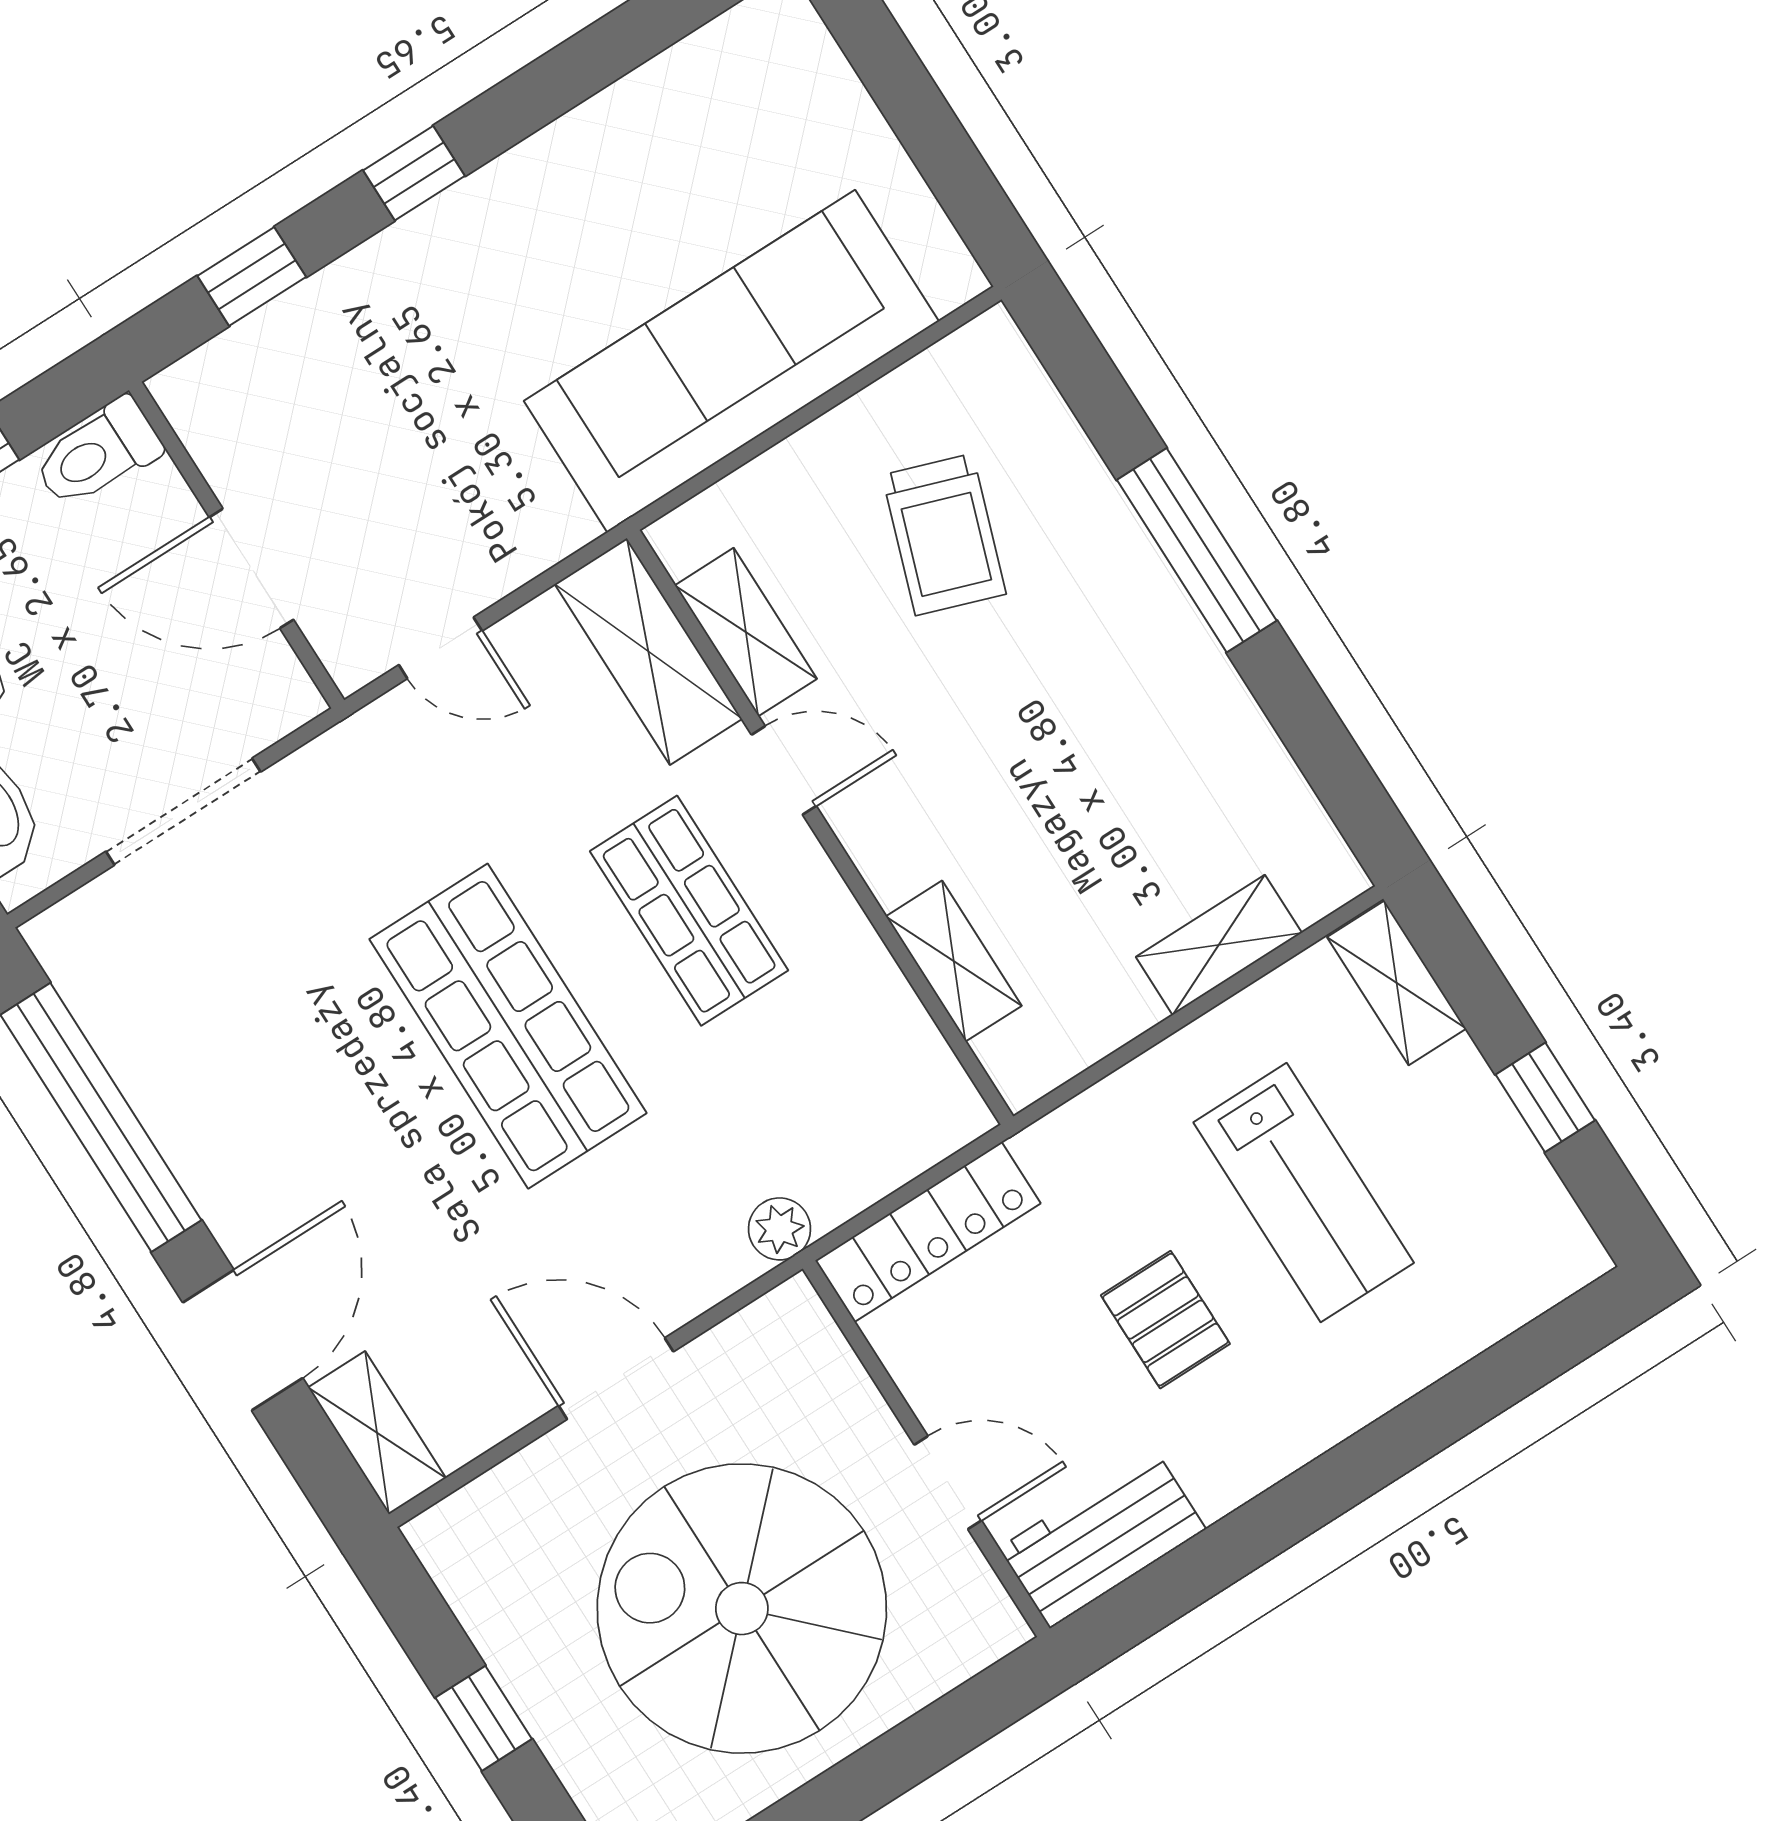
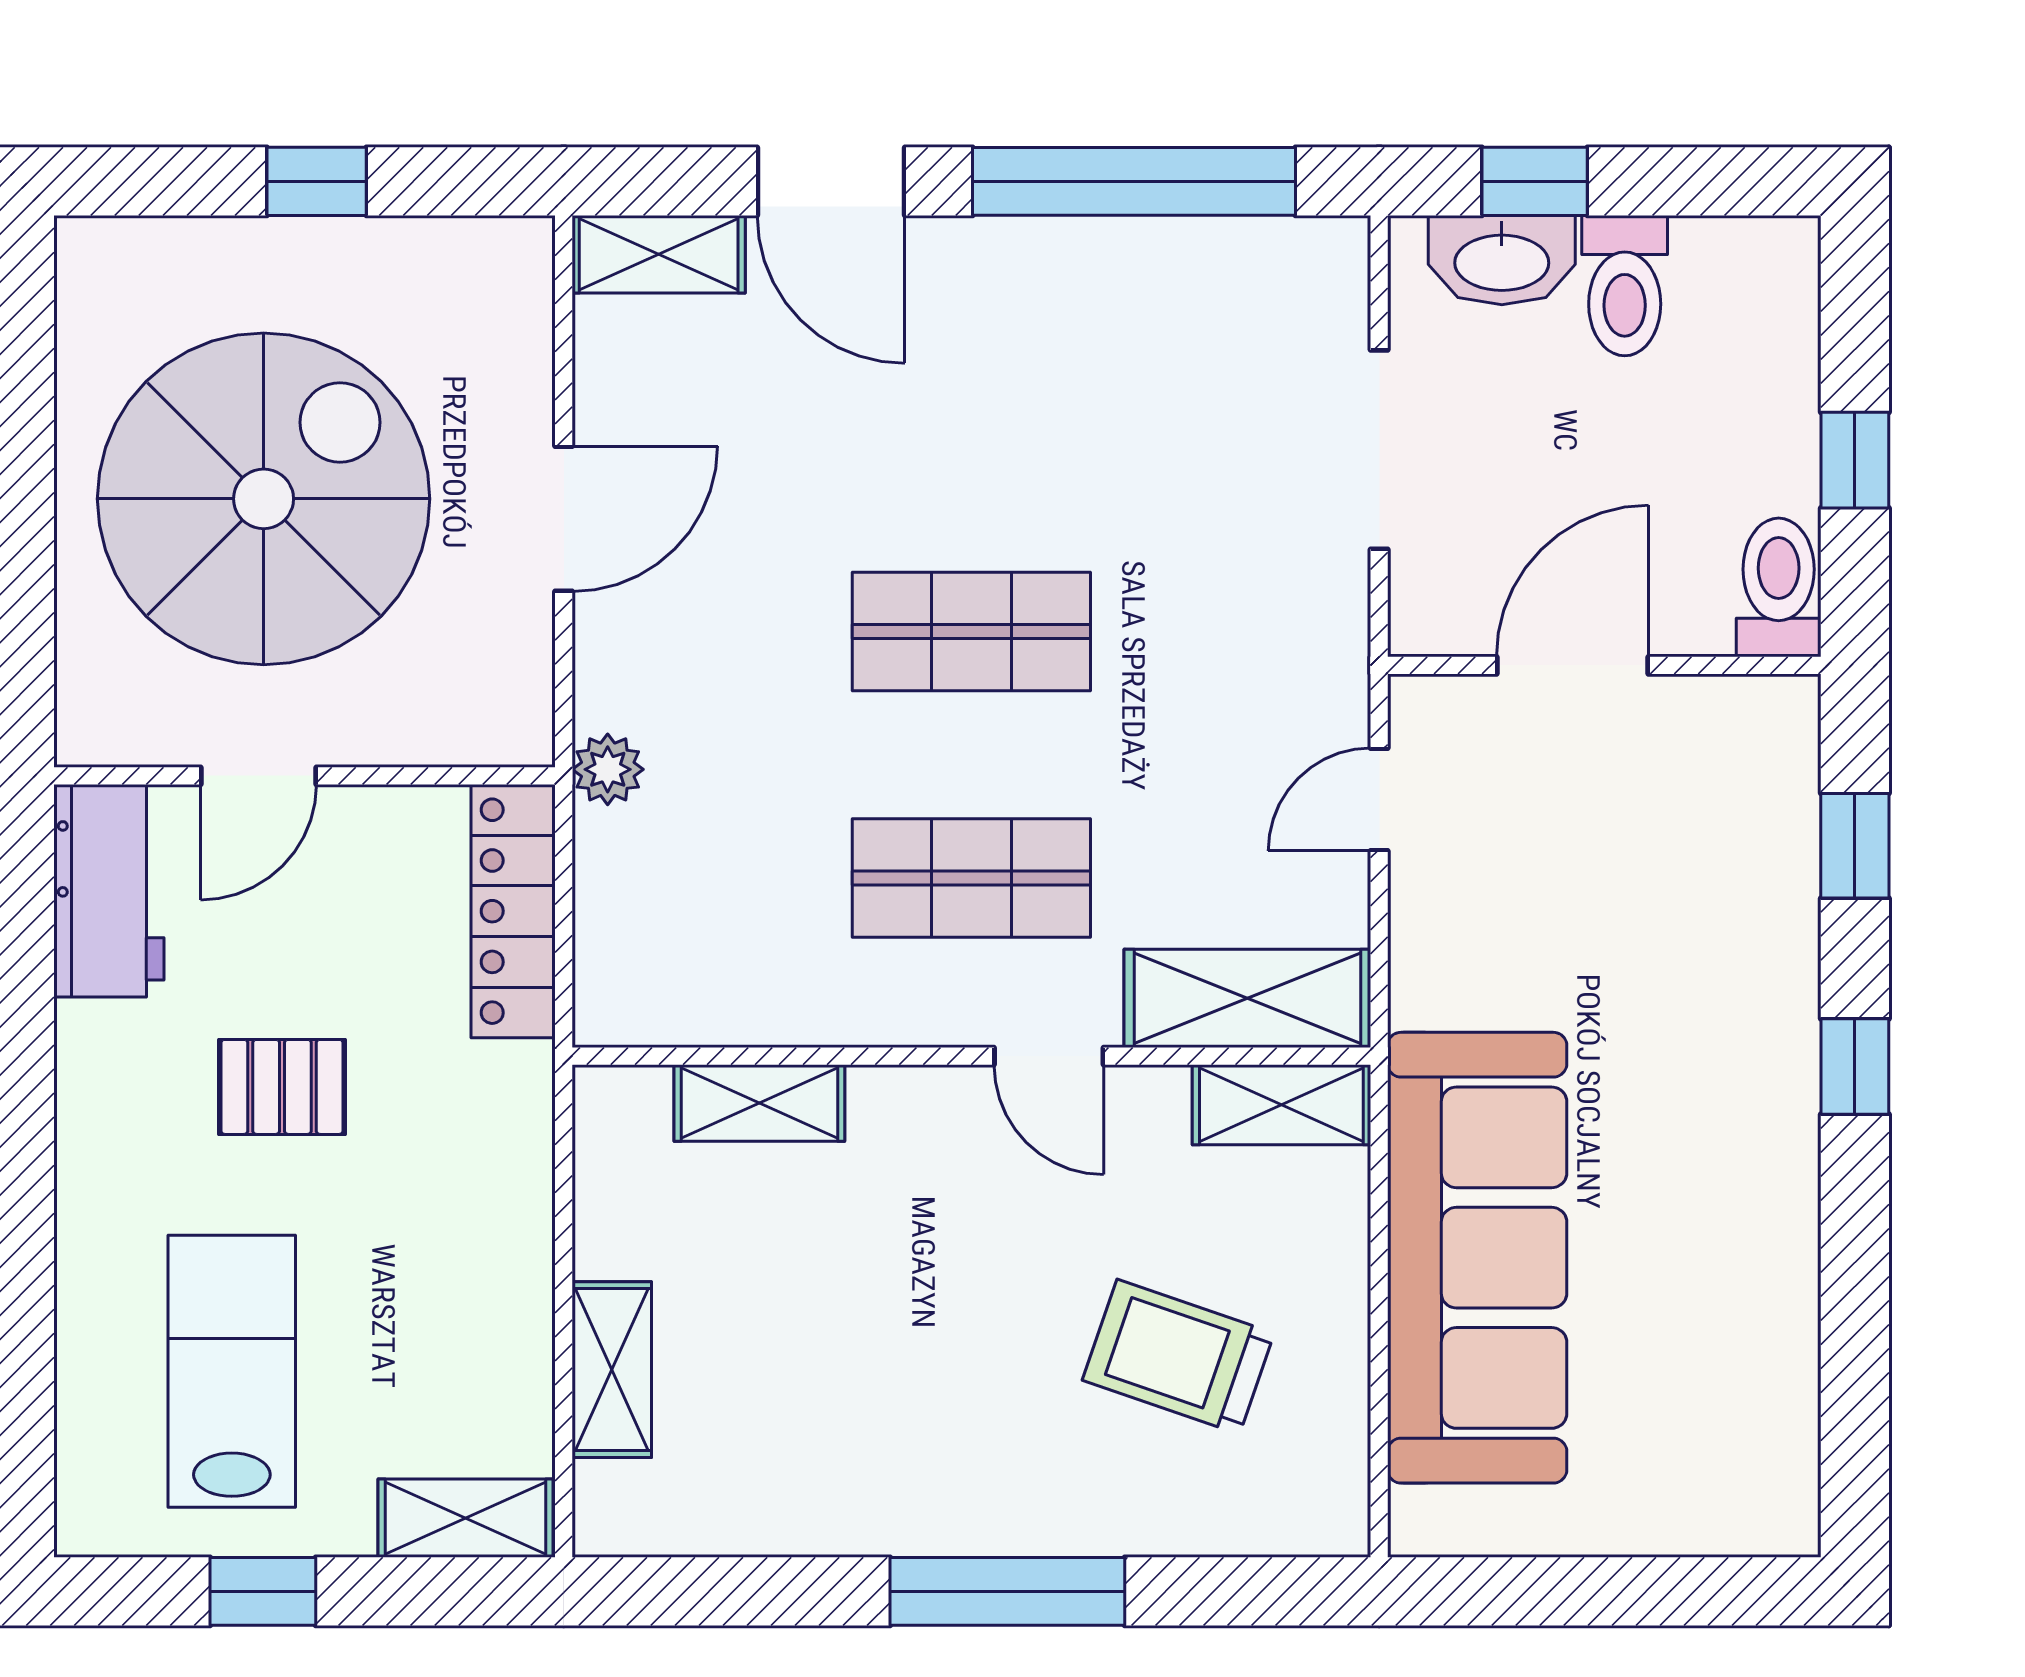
shelving: (746, 632) -> (1281, 1105), moved
door: (784, 770) -> (1049, 1056), hinge flipped
shop shelf: (508, 1026) -> (971, 632), width x0.70, depth x0.74
lab bench: (1304, 1193) -> (232, 1371), moved, turned 90

